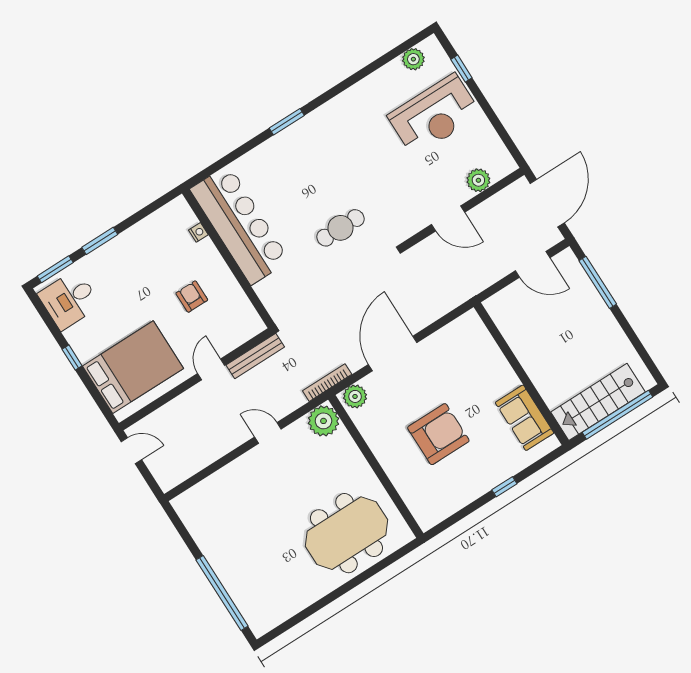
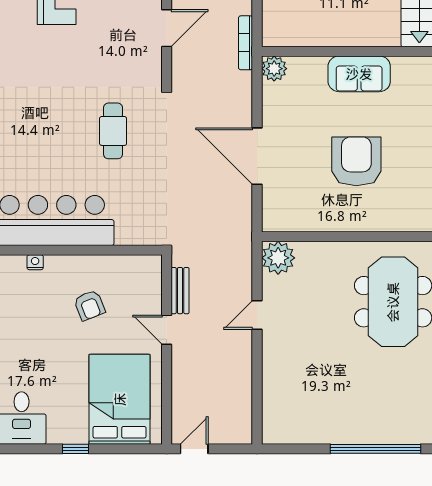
armchair: (192, 297) -> (89, 305), turned -112
bench: (255, 356) -> (180, 291), width x0.73
bookcase: (327, 383) -> (246, 43), moved
plant: (355, 396) -> (274, 69), moved
sofa: (525, 418) -> (359, 74), moved

